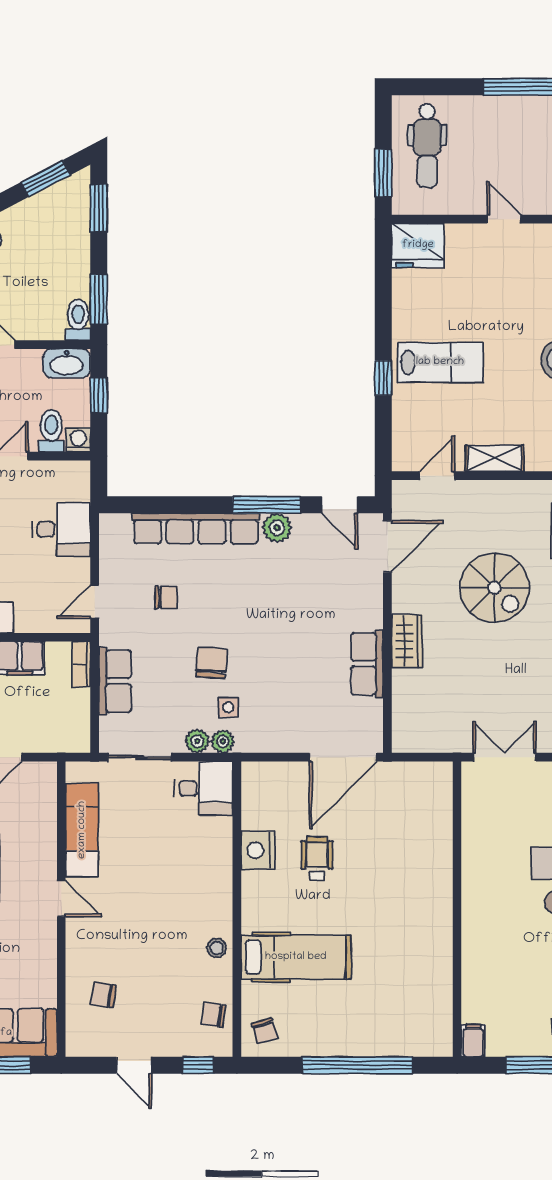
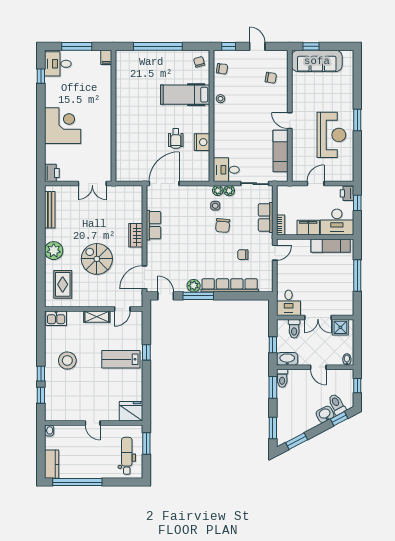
washing machine: (78, 440) -> (282, 325), removed
desk: (62, 529) -> (289, 303), moved, turned -90

